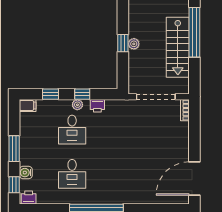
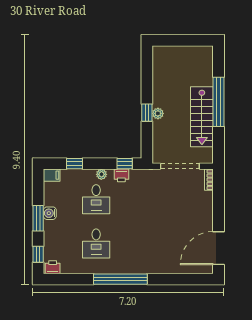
window: (82, 94) -> (125, 164), moved
water cooler: (26, 173) -> (50, 213), moved

